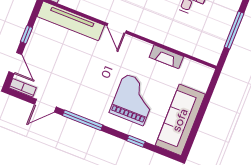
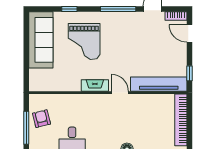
armchair: (213, 34) -> (42, 119), added
window: (26, 35) -> (189, 73), moved
fireplace: (166, 57) -> (95, 86), moved

